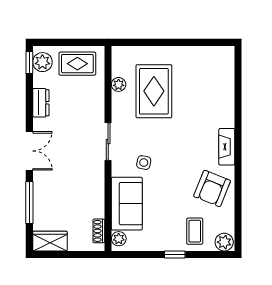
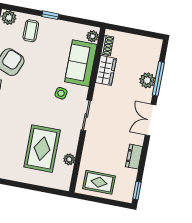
plant: (42, 62) -> (147, 80), moved
wardrobe: (50, 241) -> (106, 70), moved, turned -90

